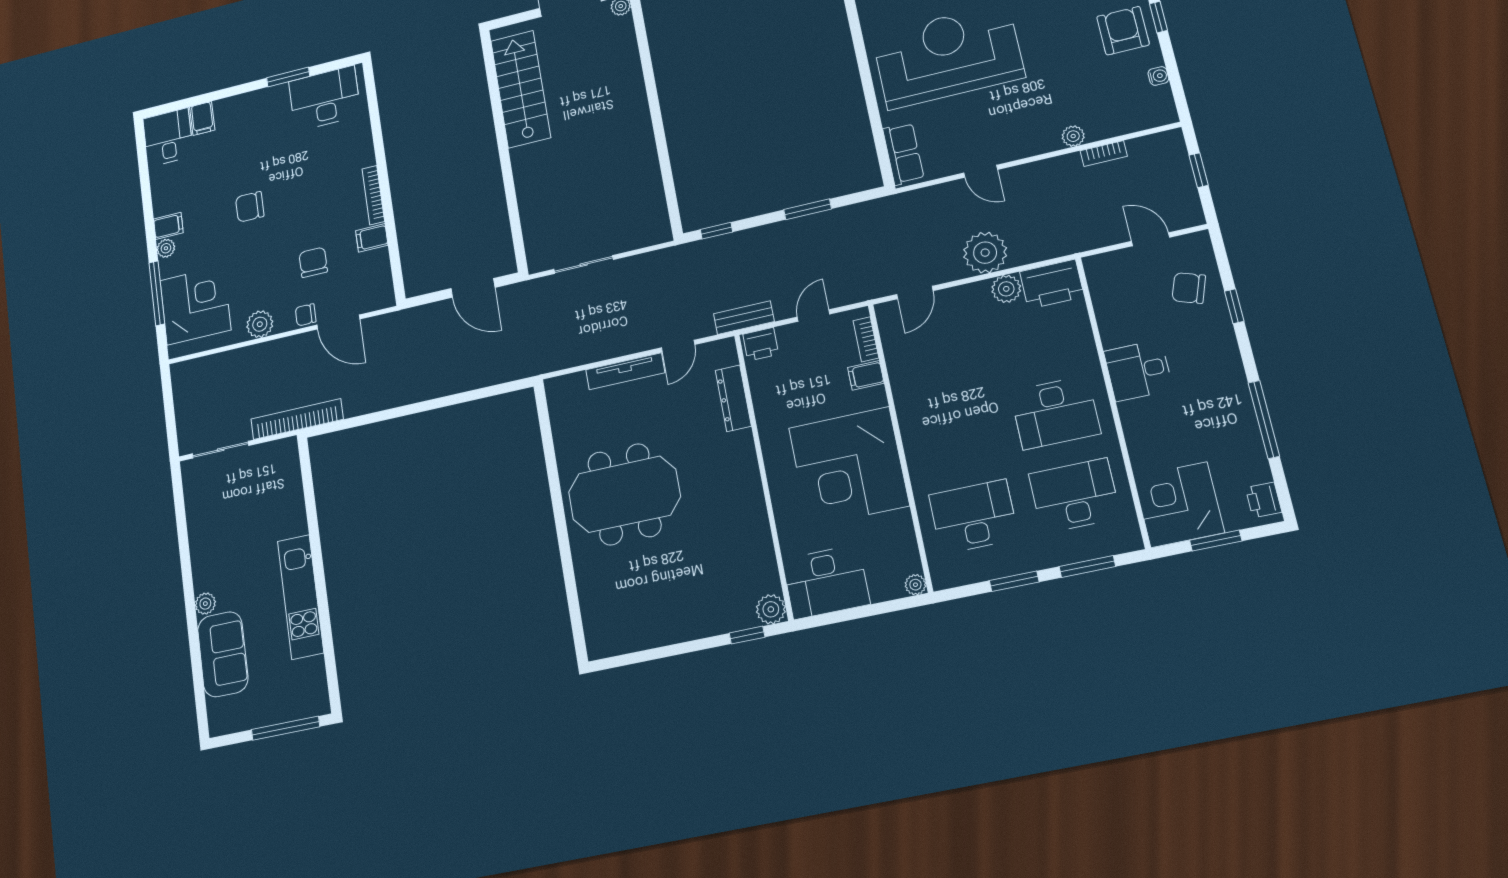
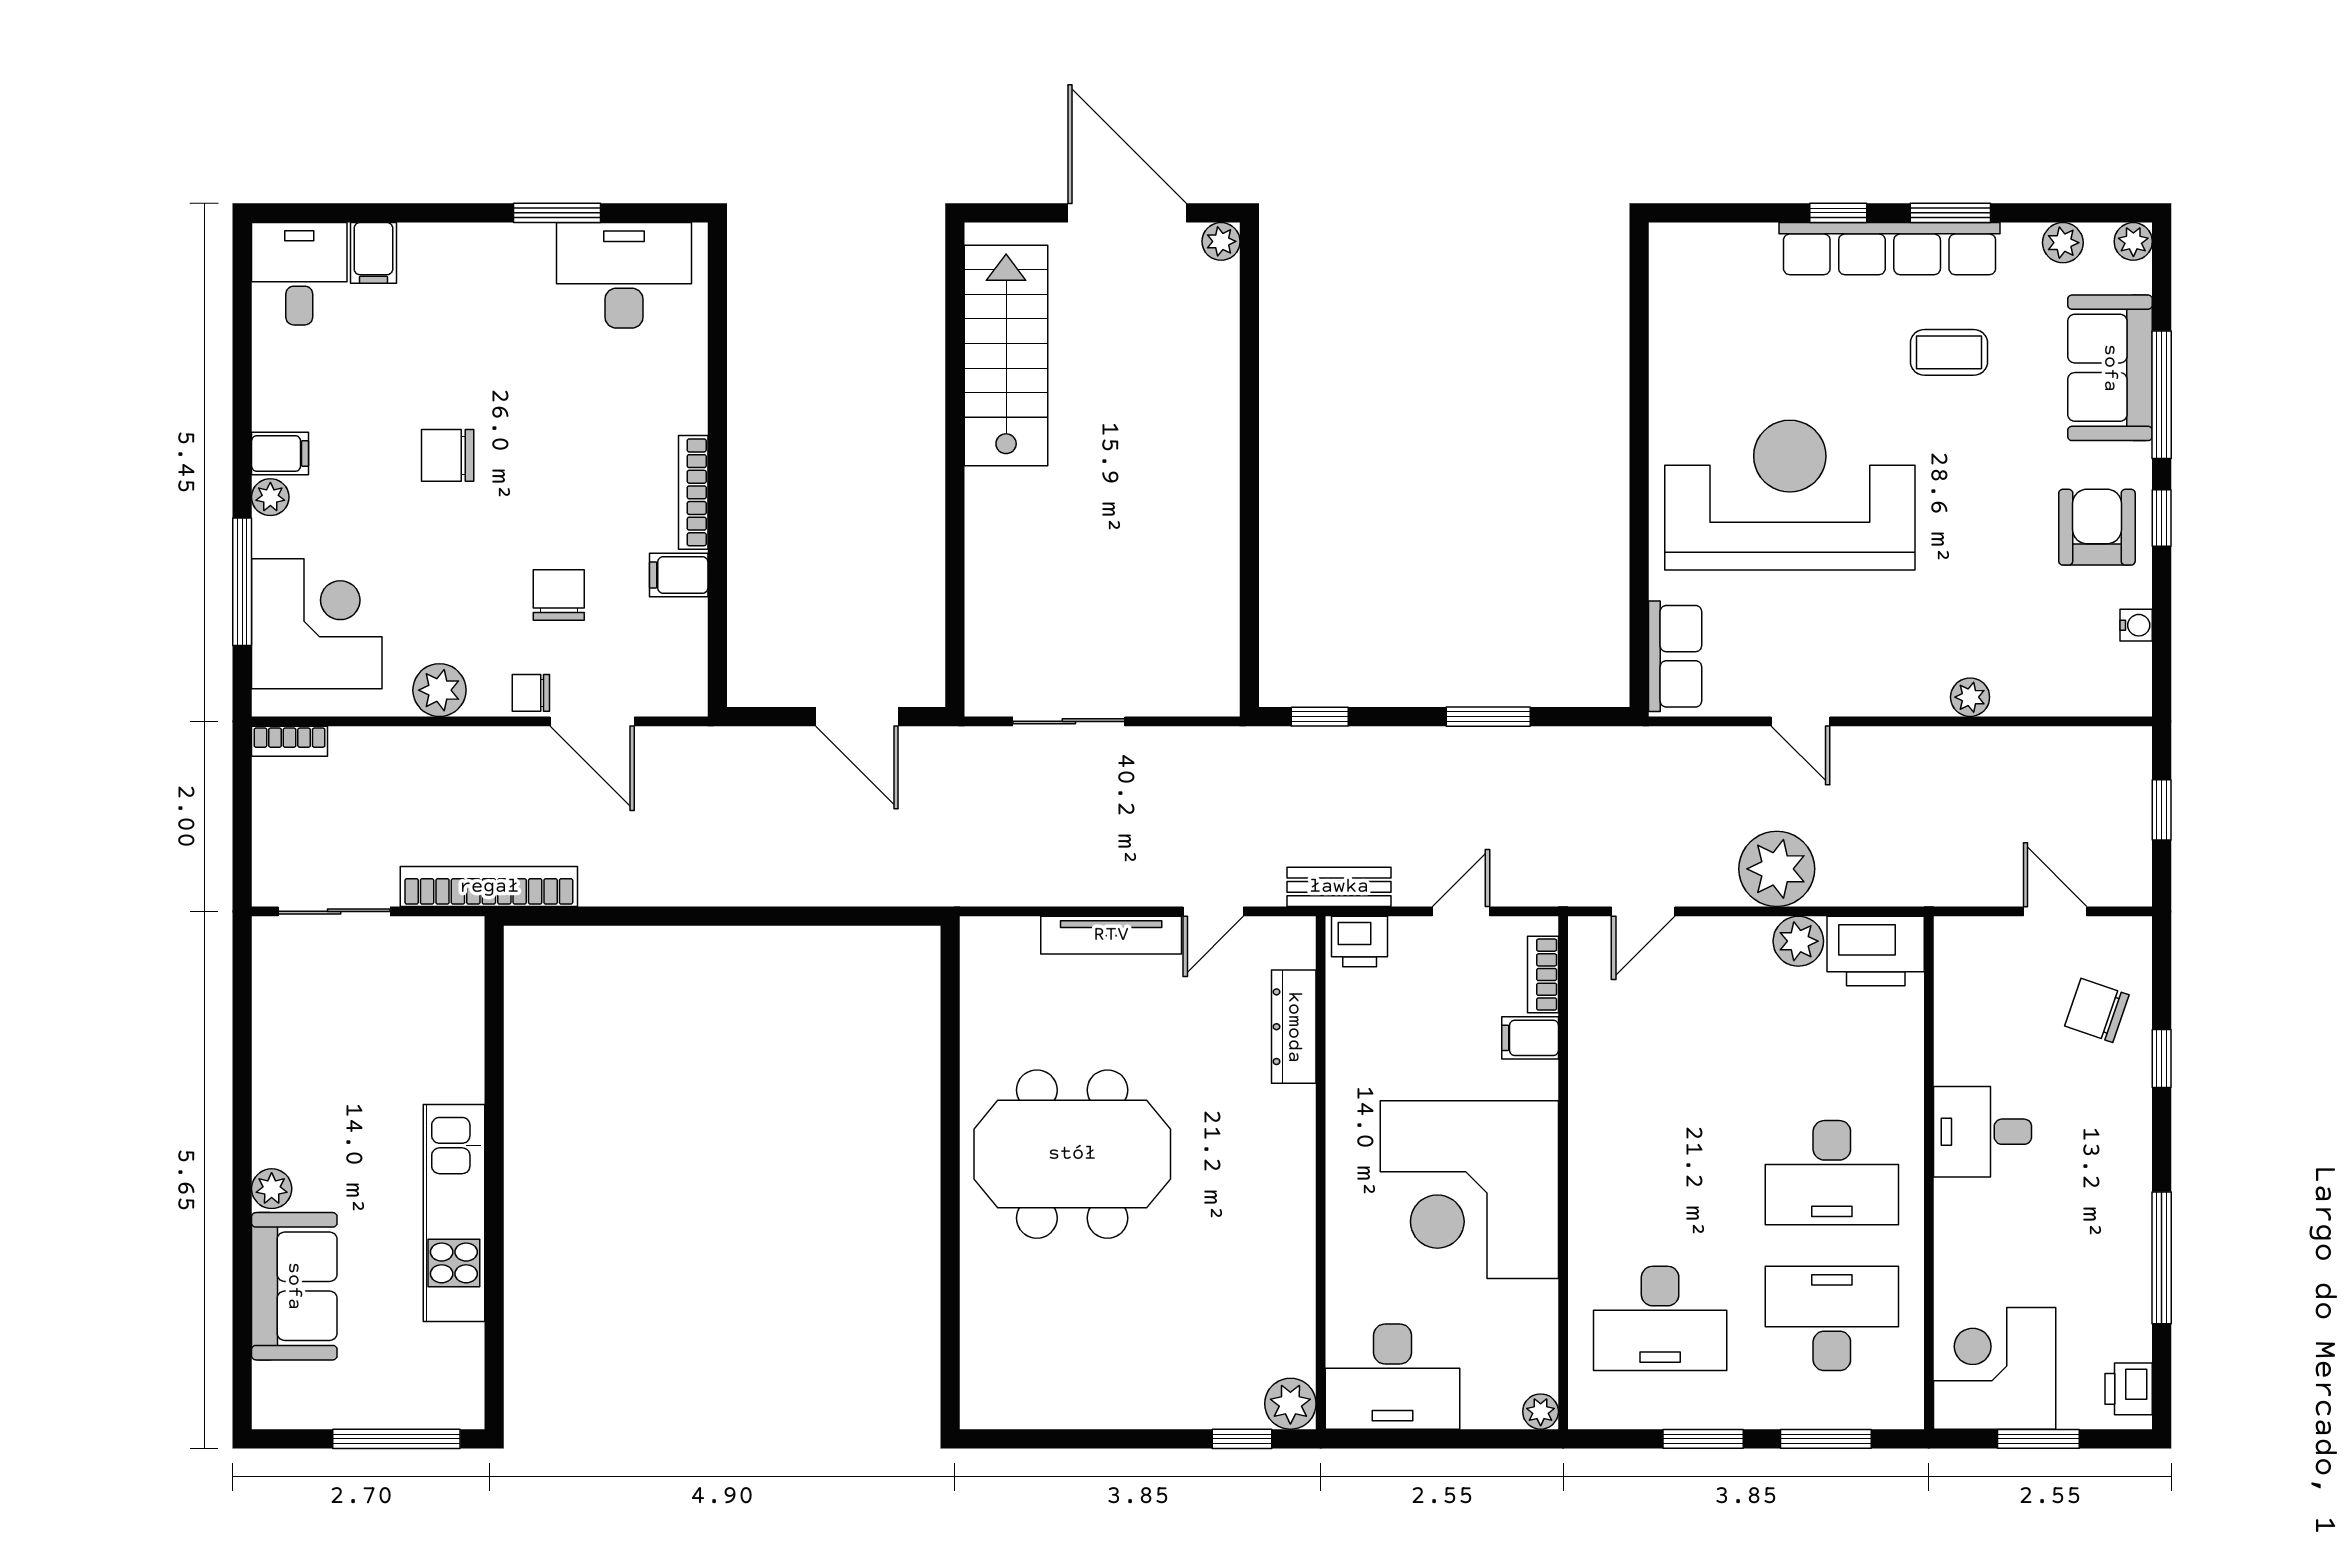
bookcase: (1104, 153) -> (290, 741), moved
desk: (974, 517) -> (1660, 1318), turned 180

